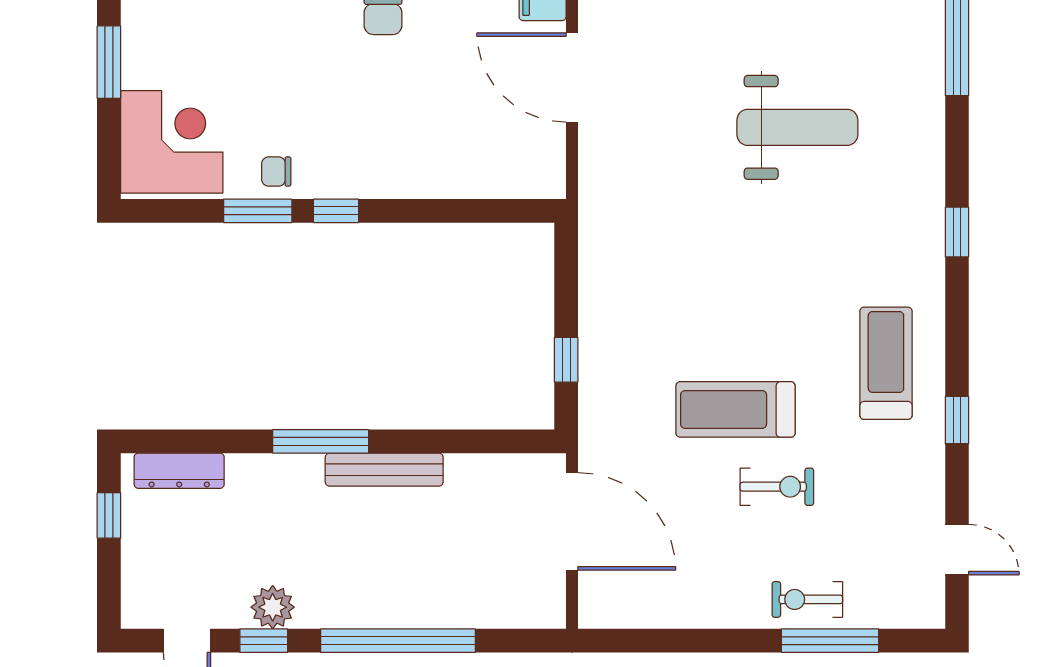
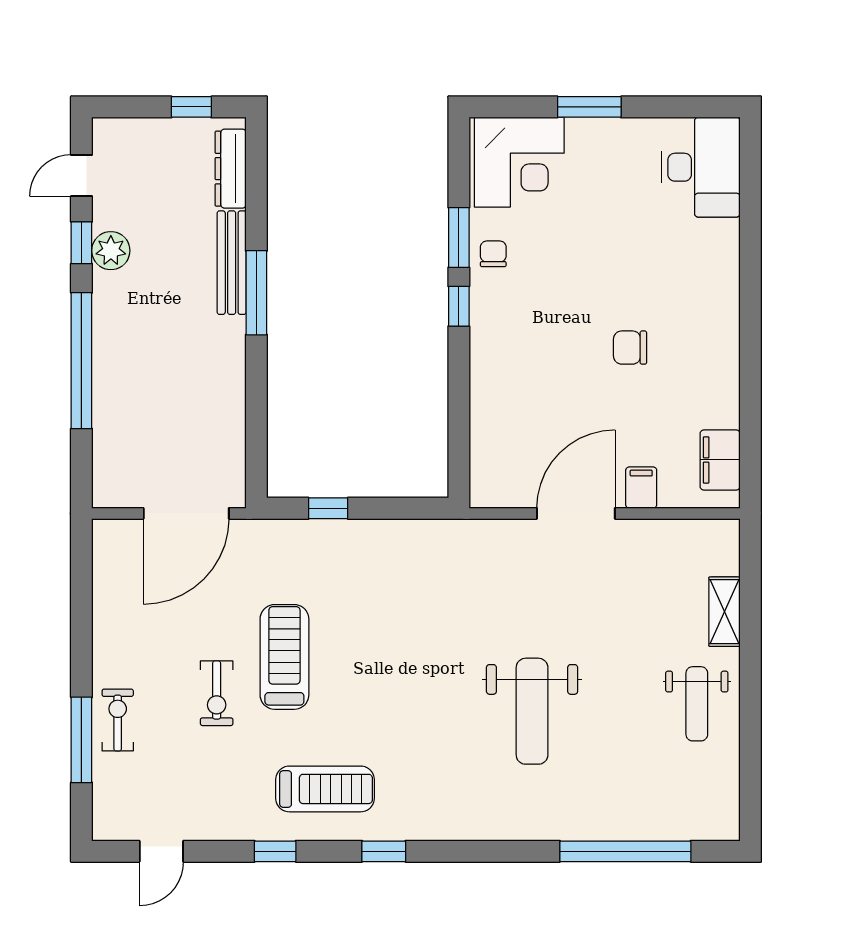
window: (957, 232) -> (384, 851), moved
bench: (384, 470) -> (232, 263), moved

